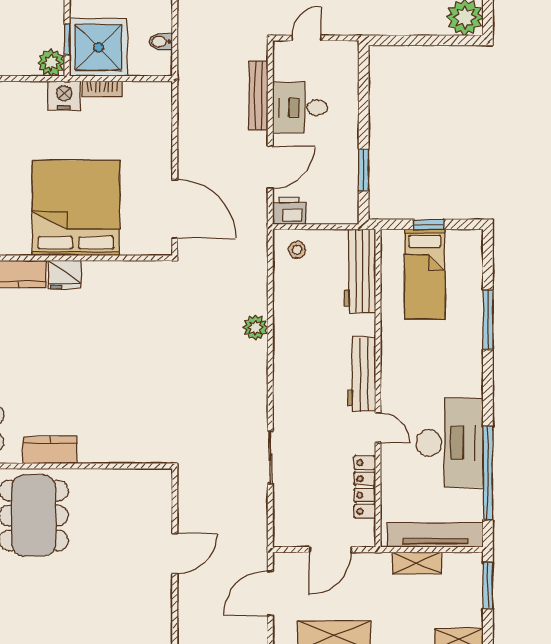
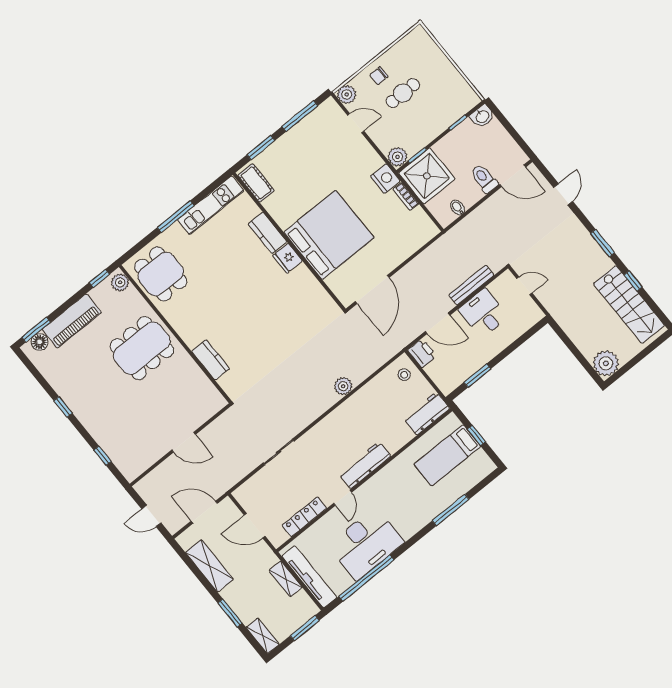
workbench: (360, 271) -> (427, 413), width x0.73
kitchen counter: (50, 450) -> (211, 360), moved

